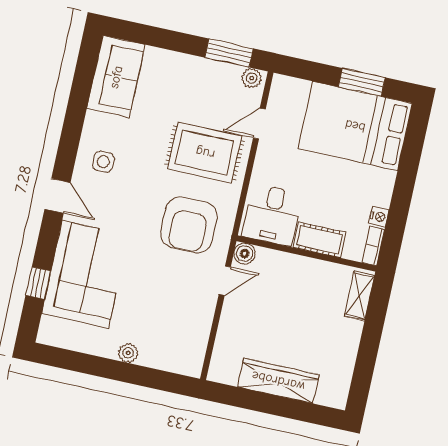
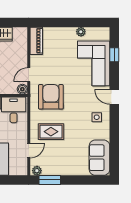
rug: (205, 153) -> (51, 132), width x0.73, depth x0.70
piano: (194, 347) -> (36, 41), added
plant: (128, 353) -> (81, 32), moved

